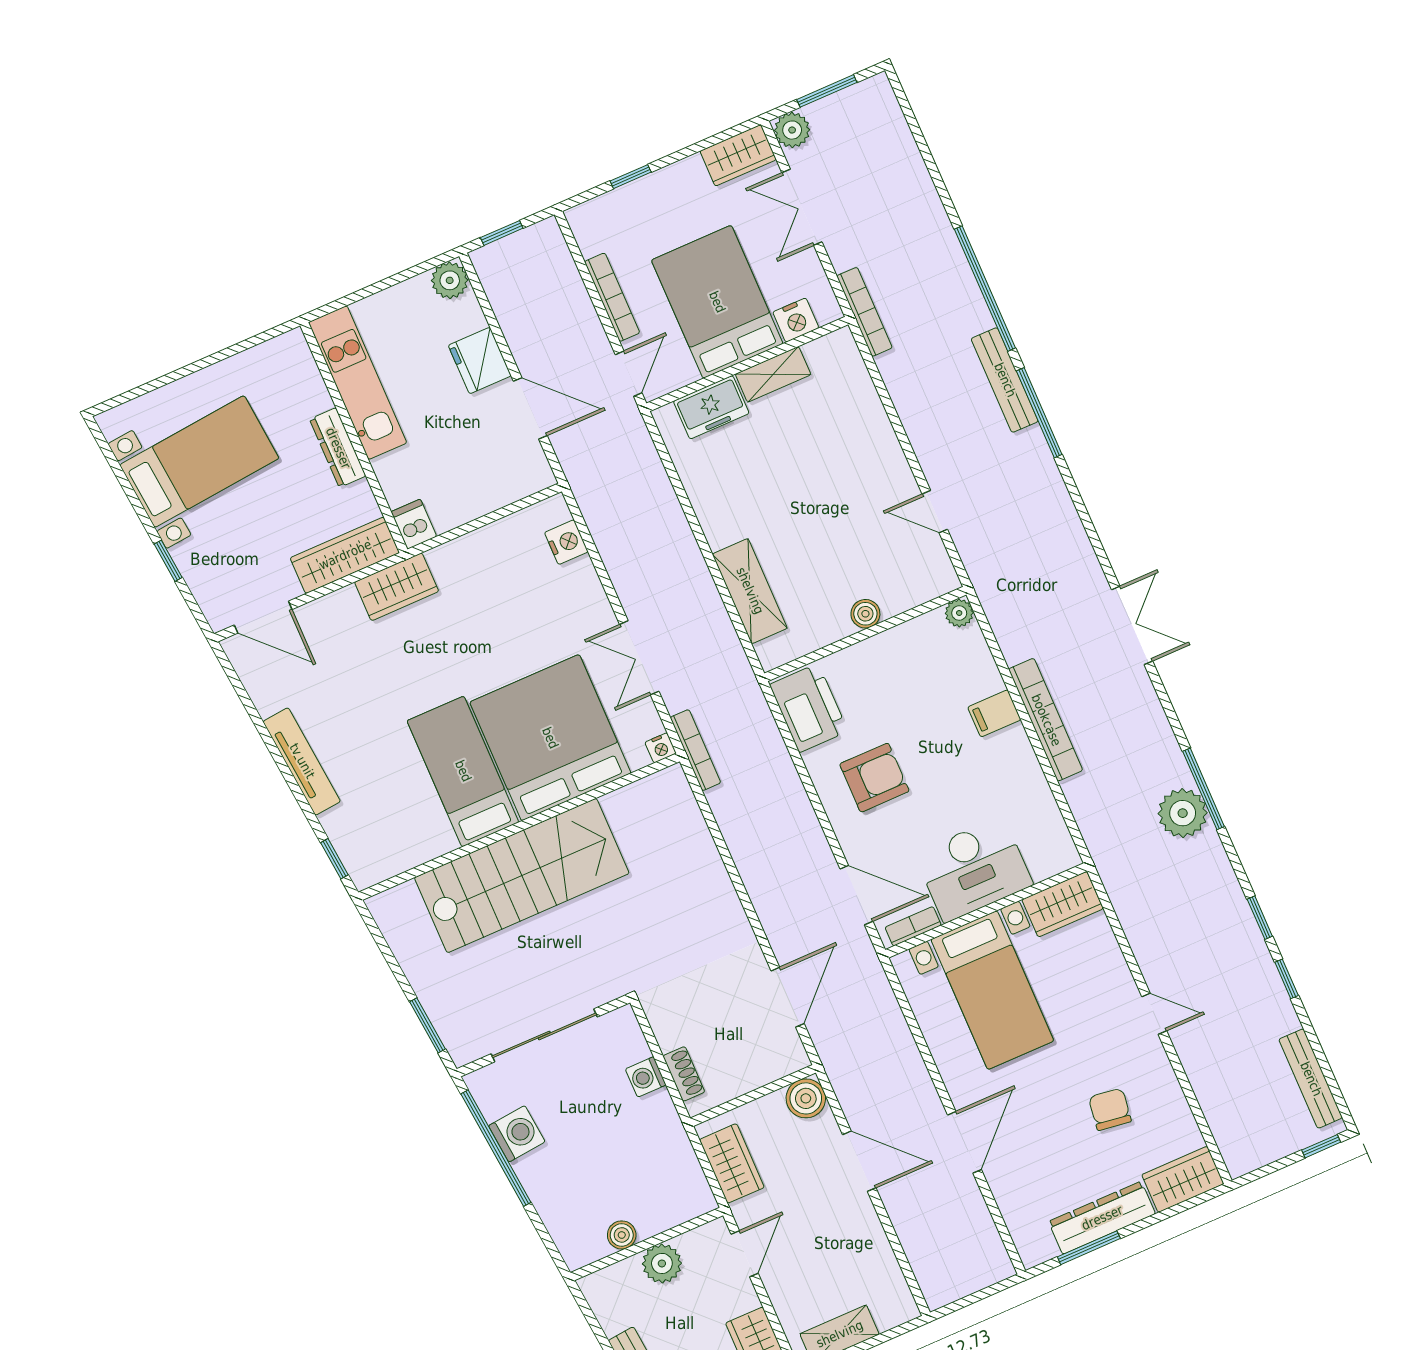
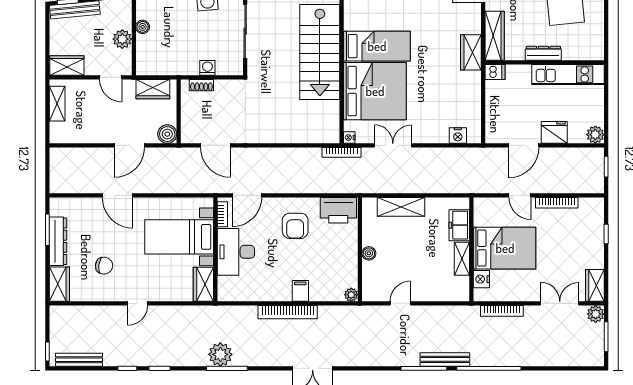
bed: (717, 302) -> (505, 248), moved
nightstand: (796, 320) -> (481, 279), moved
wall: (747, 364) -> (471, 249), moved
shelving: (773, 374) -> (462, 259), moved
freezer: (711, 407) -> (459, 225), moved

